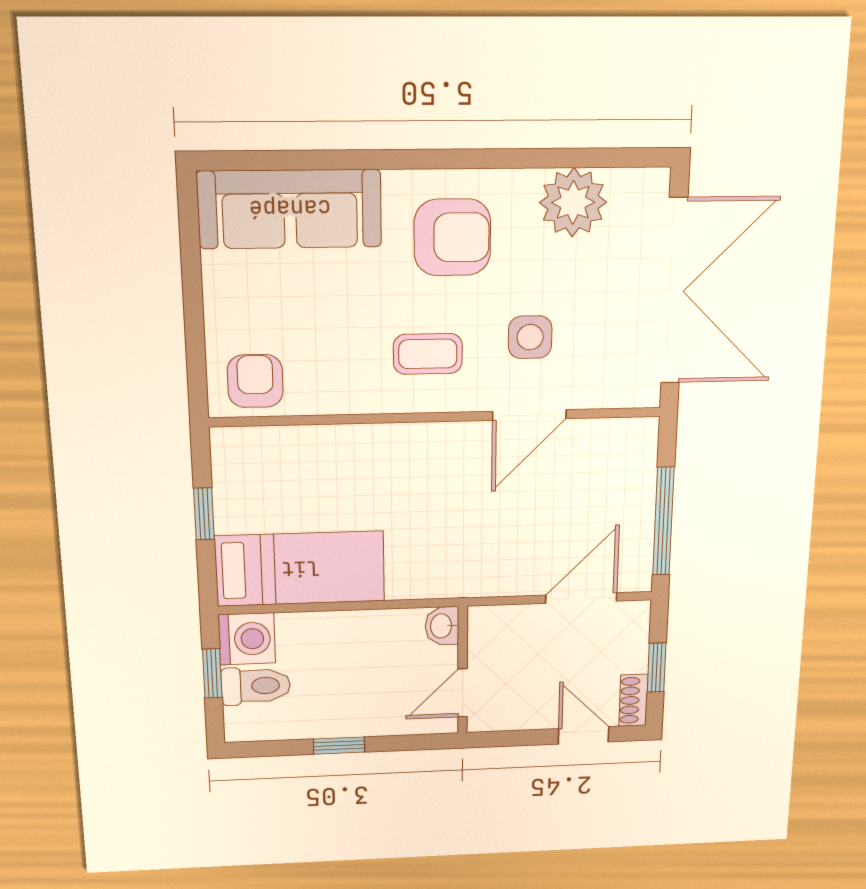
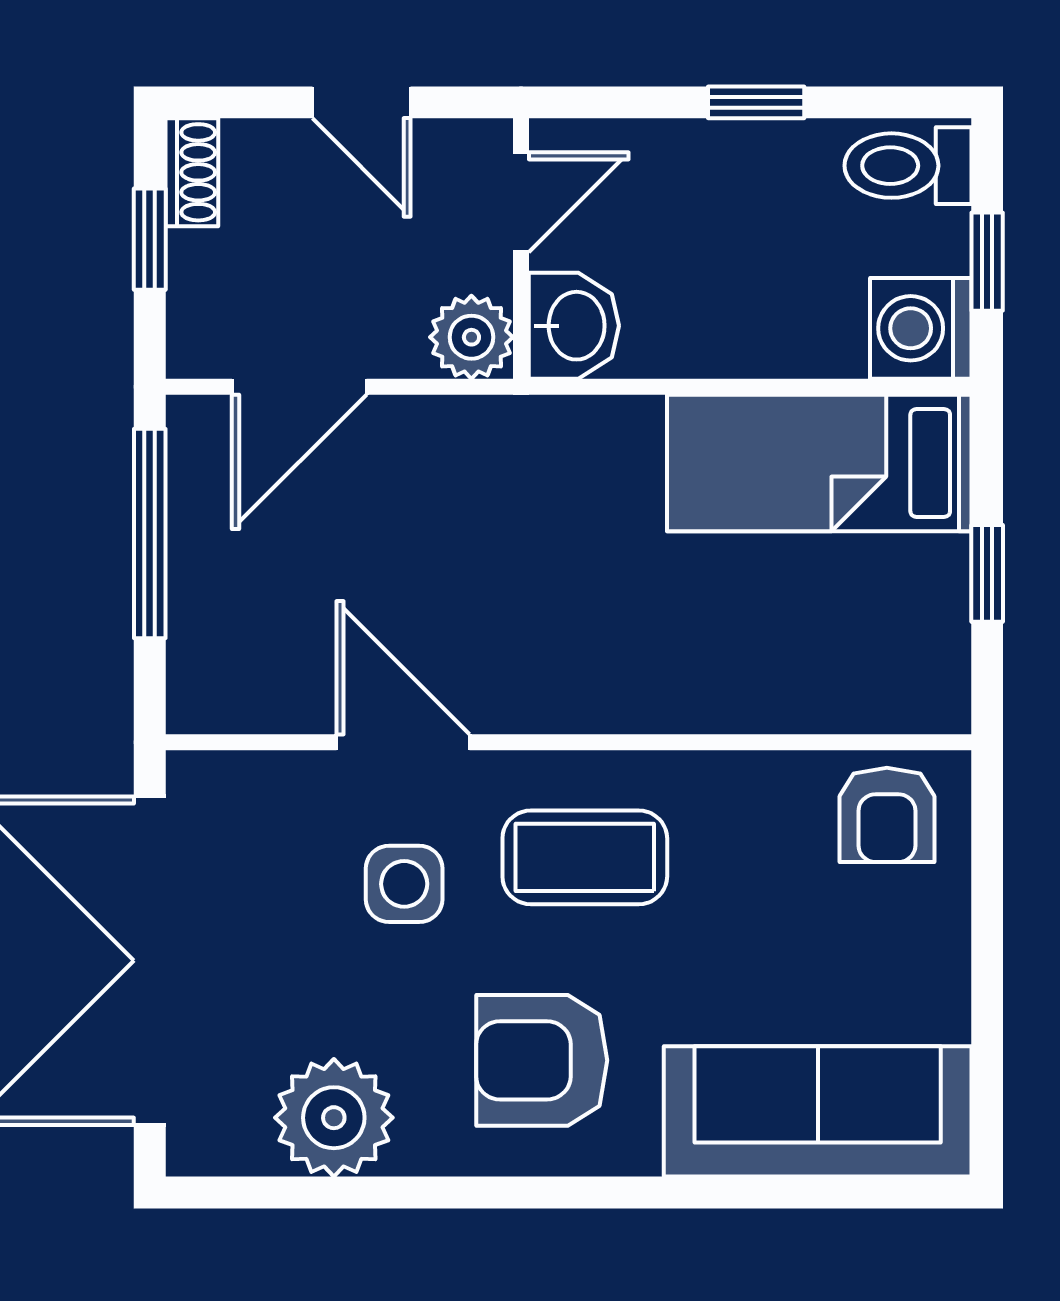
coffee table: (428, 354) -> (585, 857), width x1.36, depth x1.30
door: (529, 415) -> (403, 742), hinge flipped
washbasin: (442, 626) -> (574, 326), width x1.38, depth x1.45
plant: (489, 626) -> (471, 337), added
toilet: (256, 686) -> (908, 166), moved
door: (584, 735) -> (362, 102), moved

